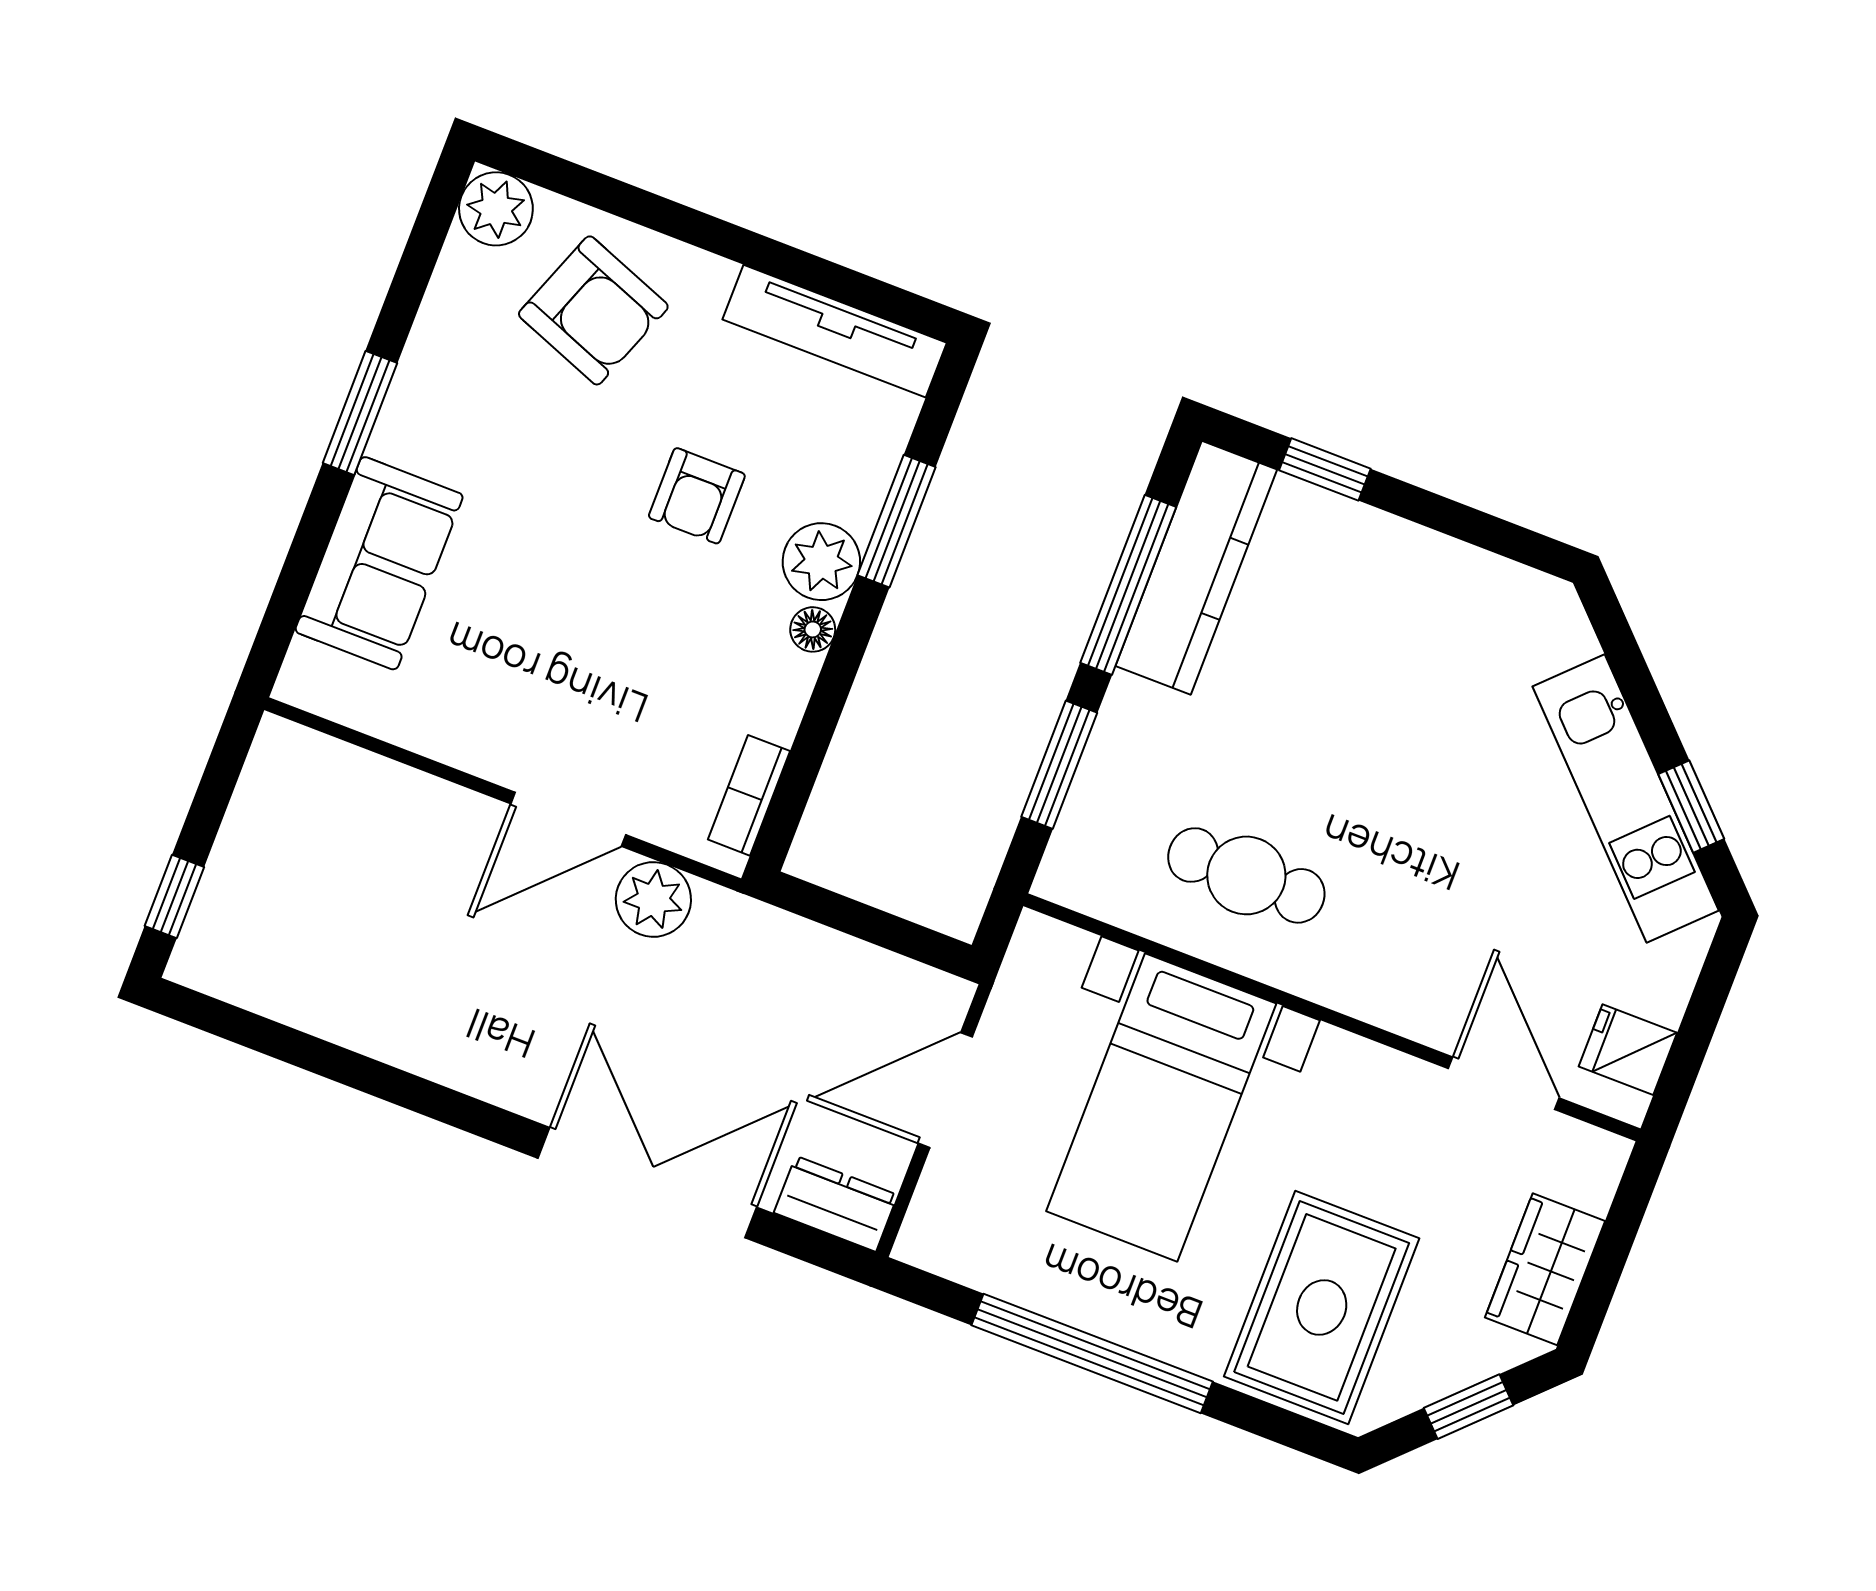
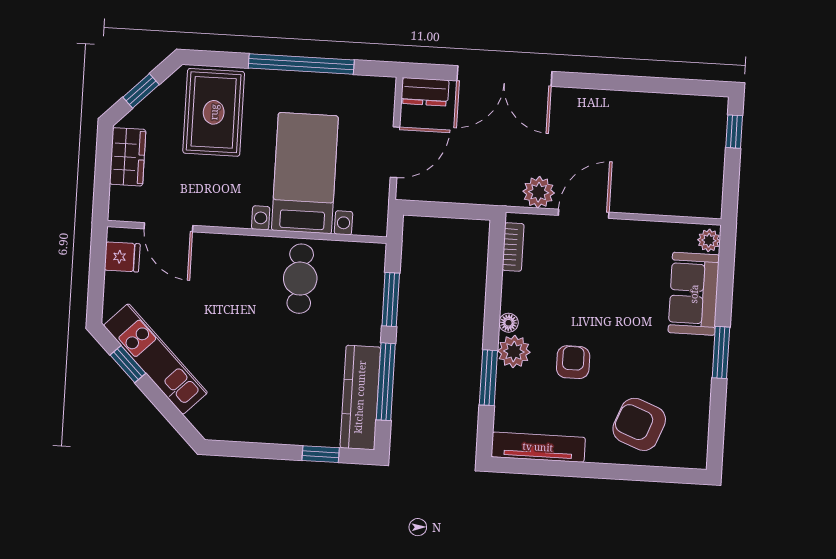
plant: (496, 209) -> (709, 240), moved, width x0.73, depth x0.73
cafe table: (1246, 875) -> (300, 279), turned 90

